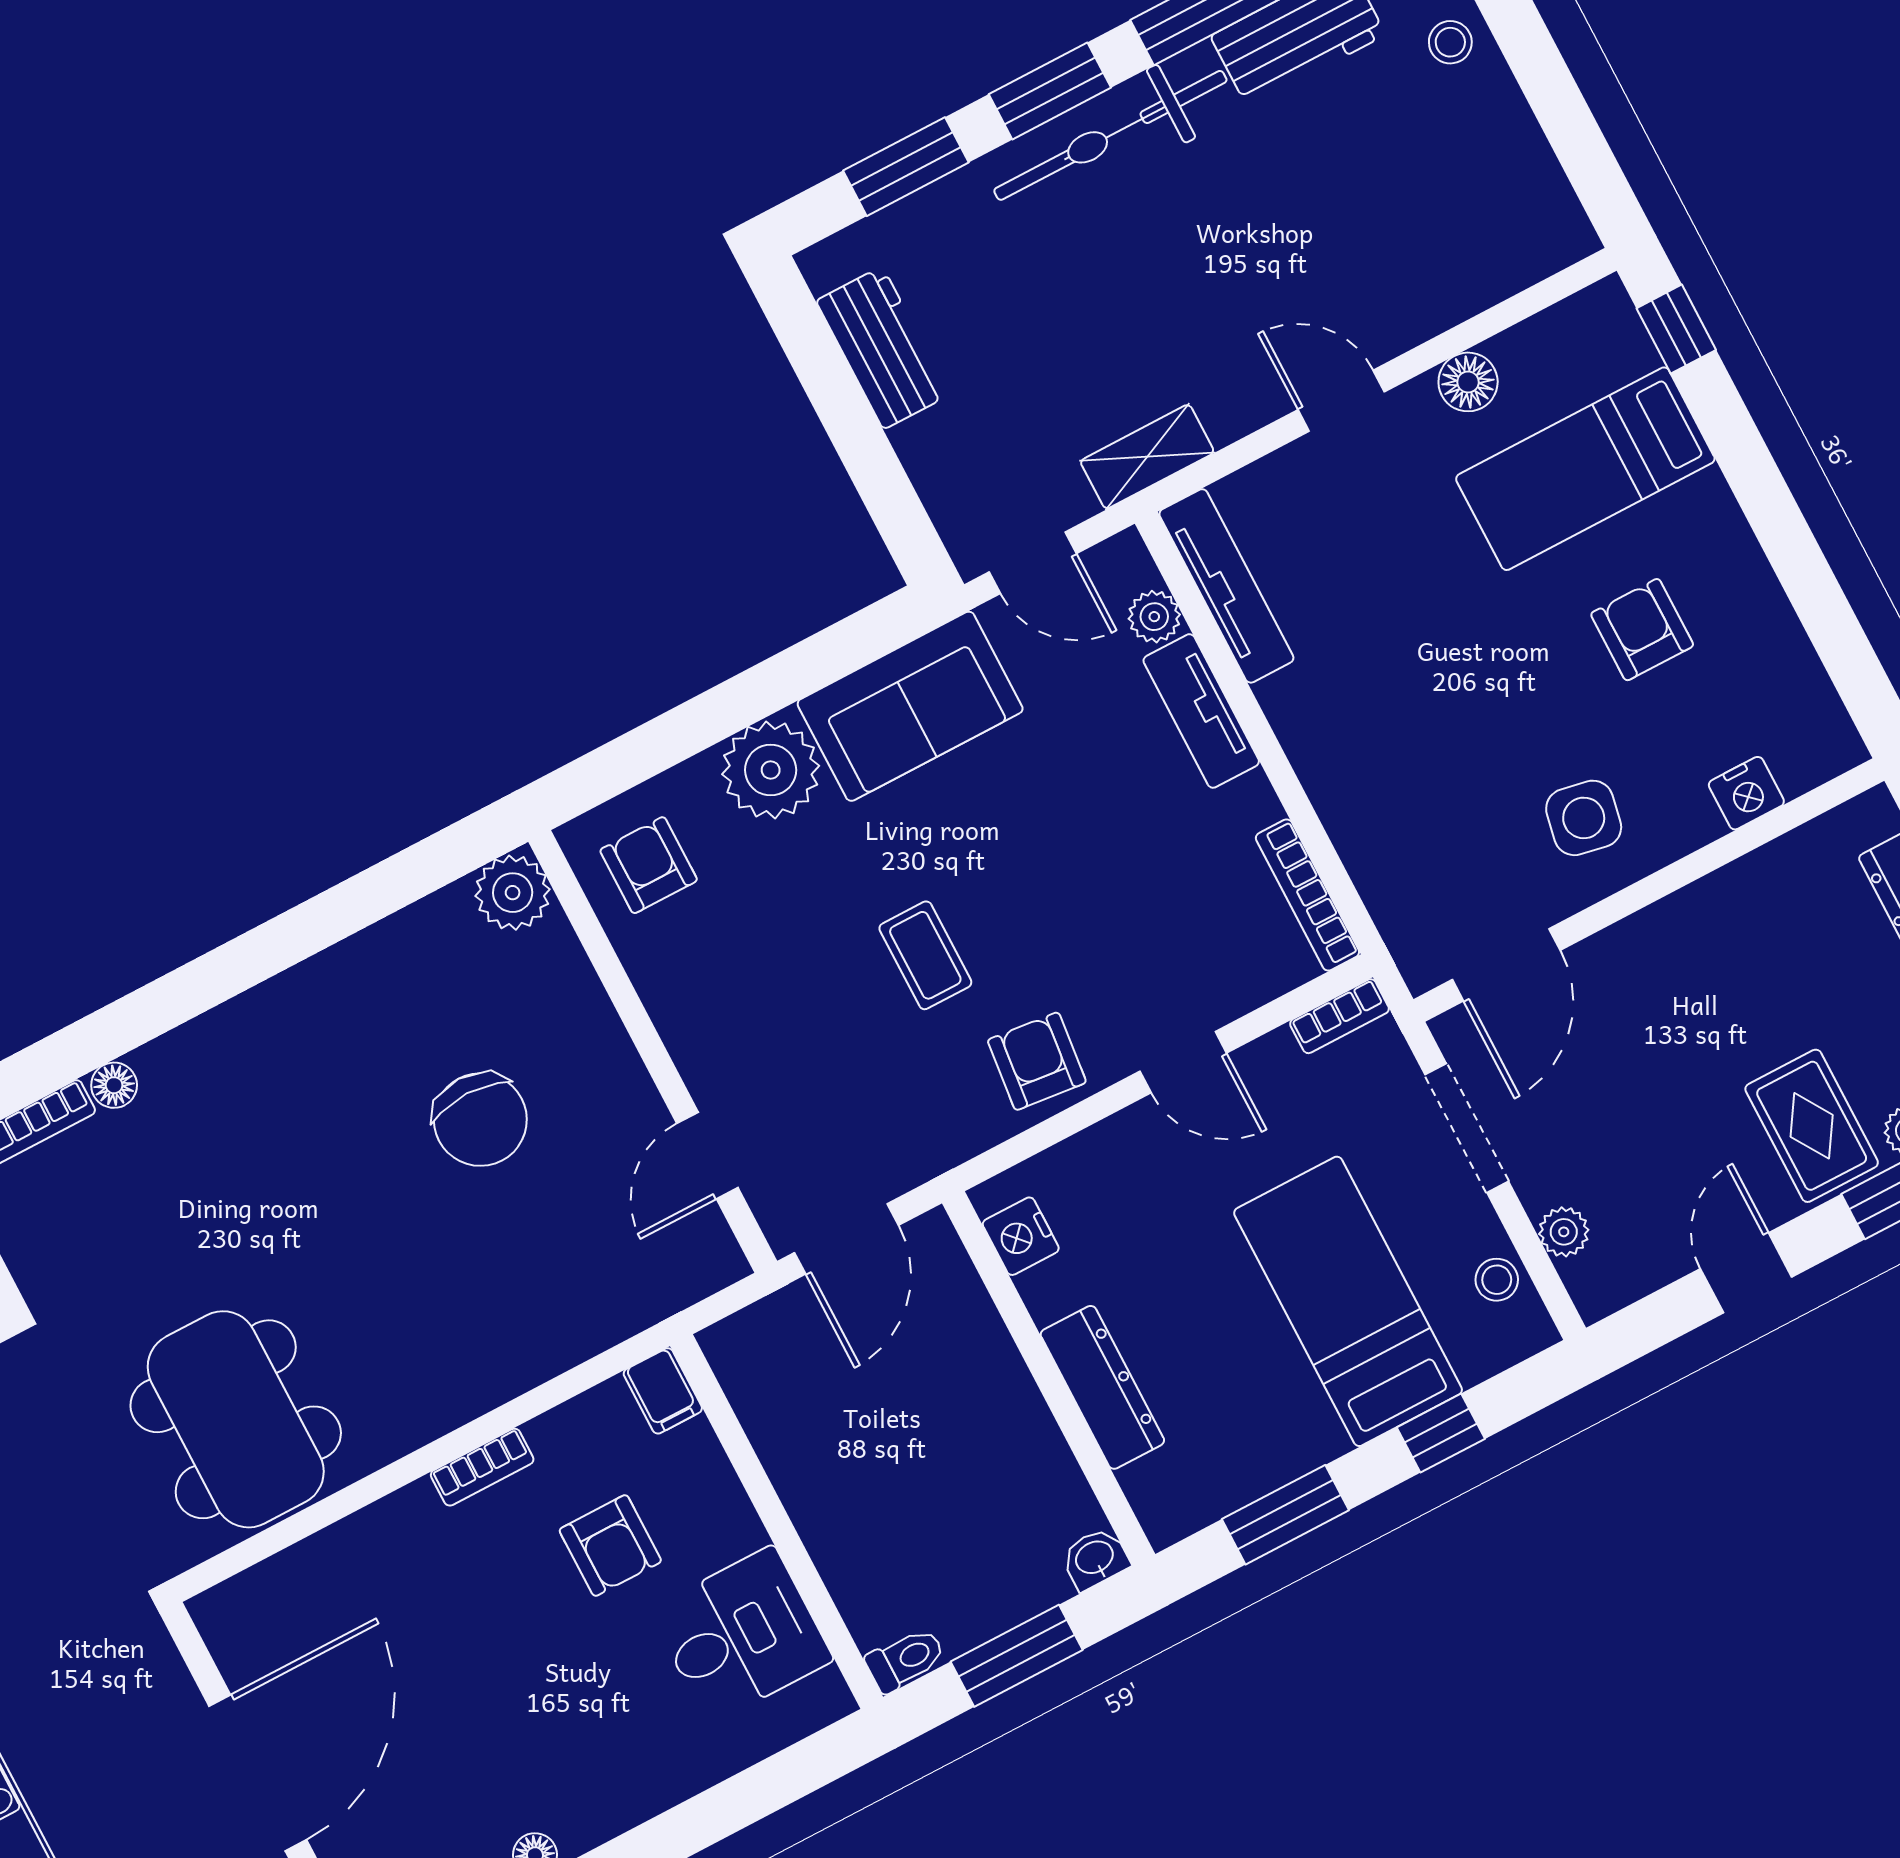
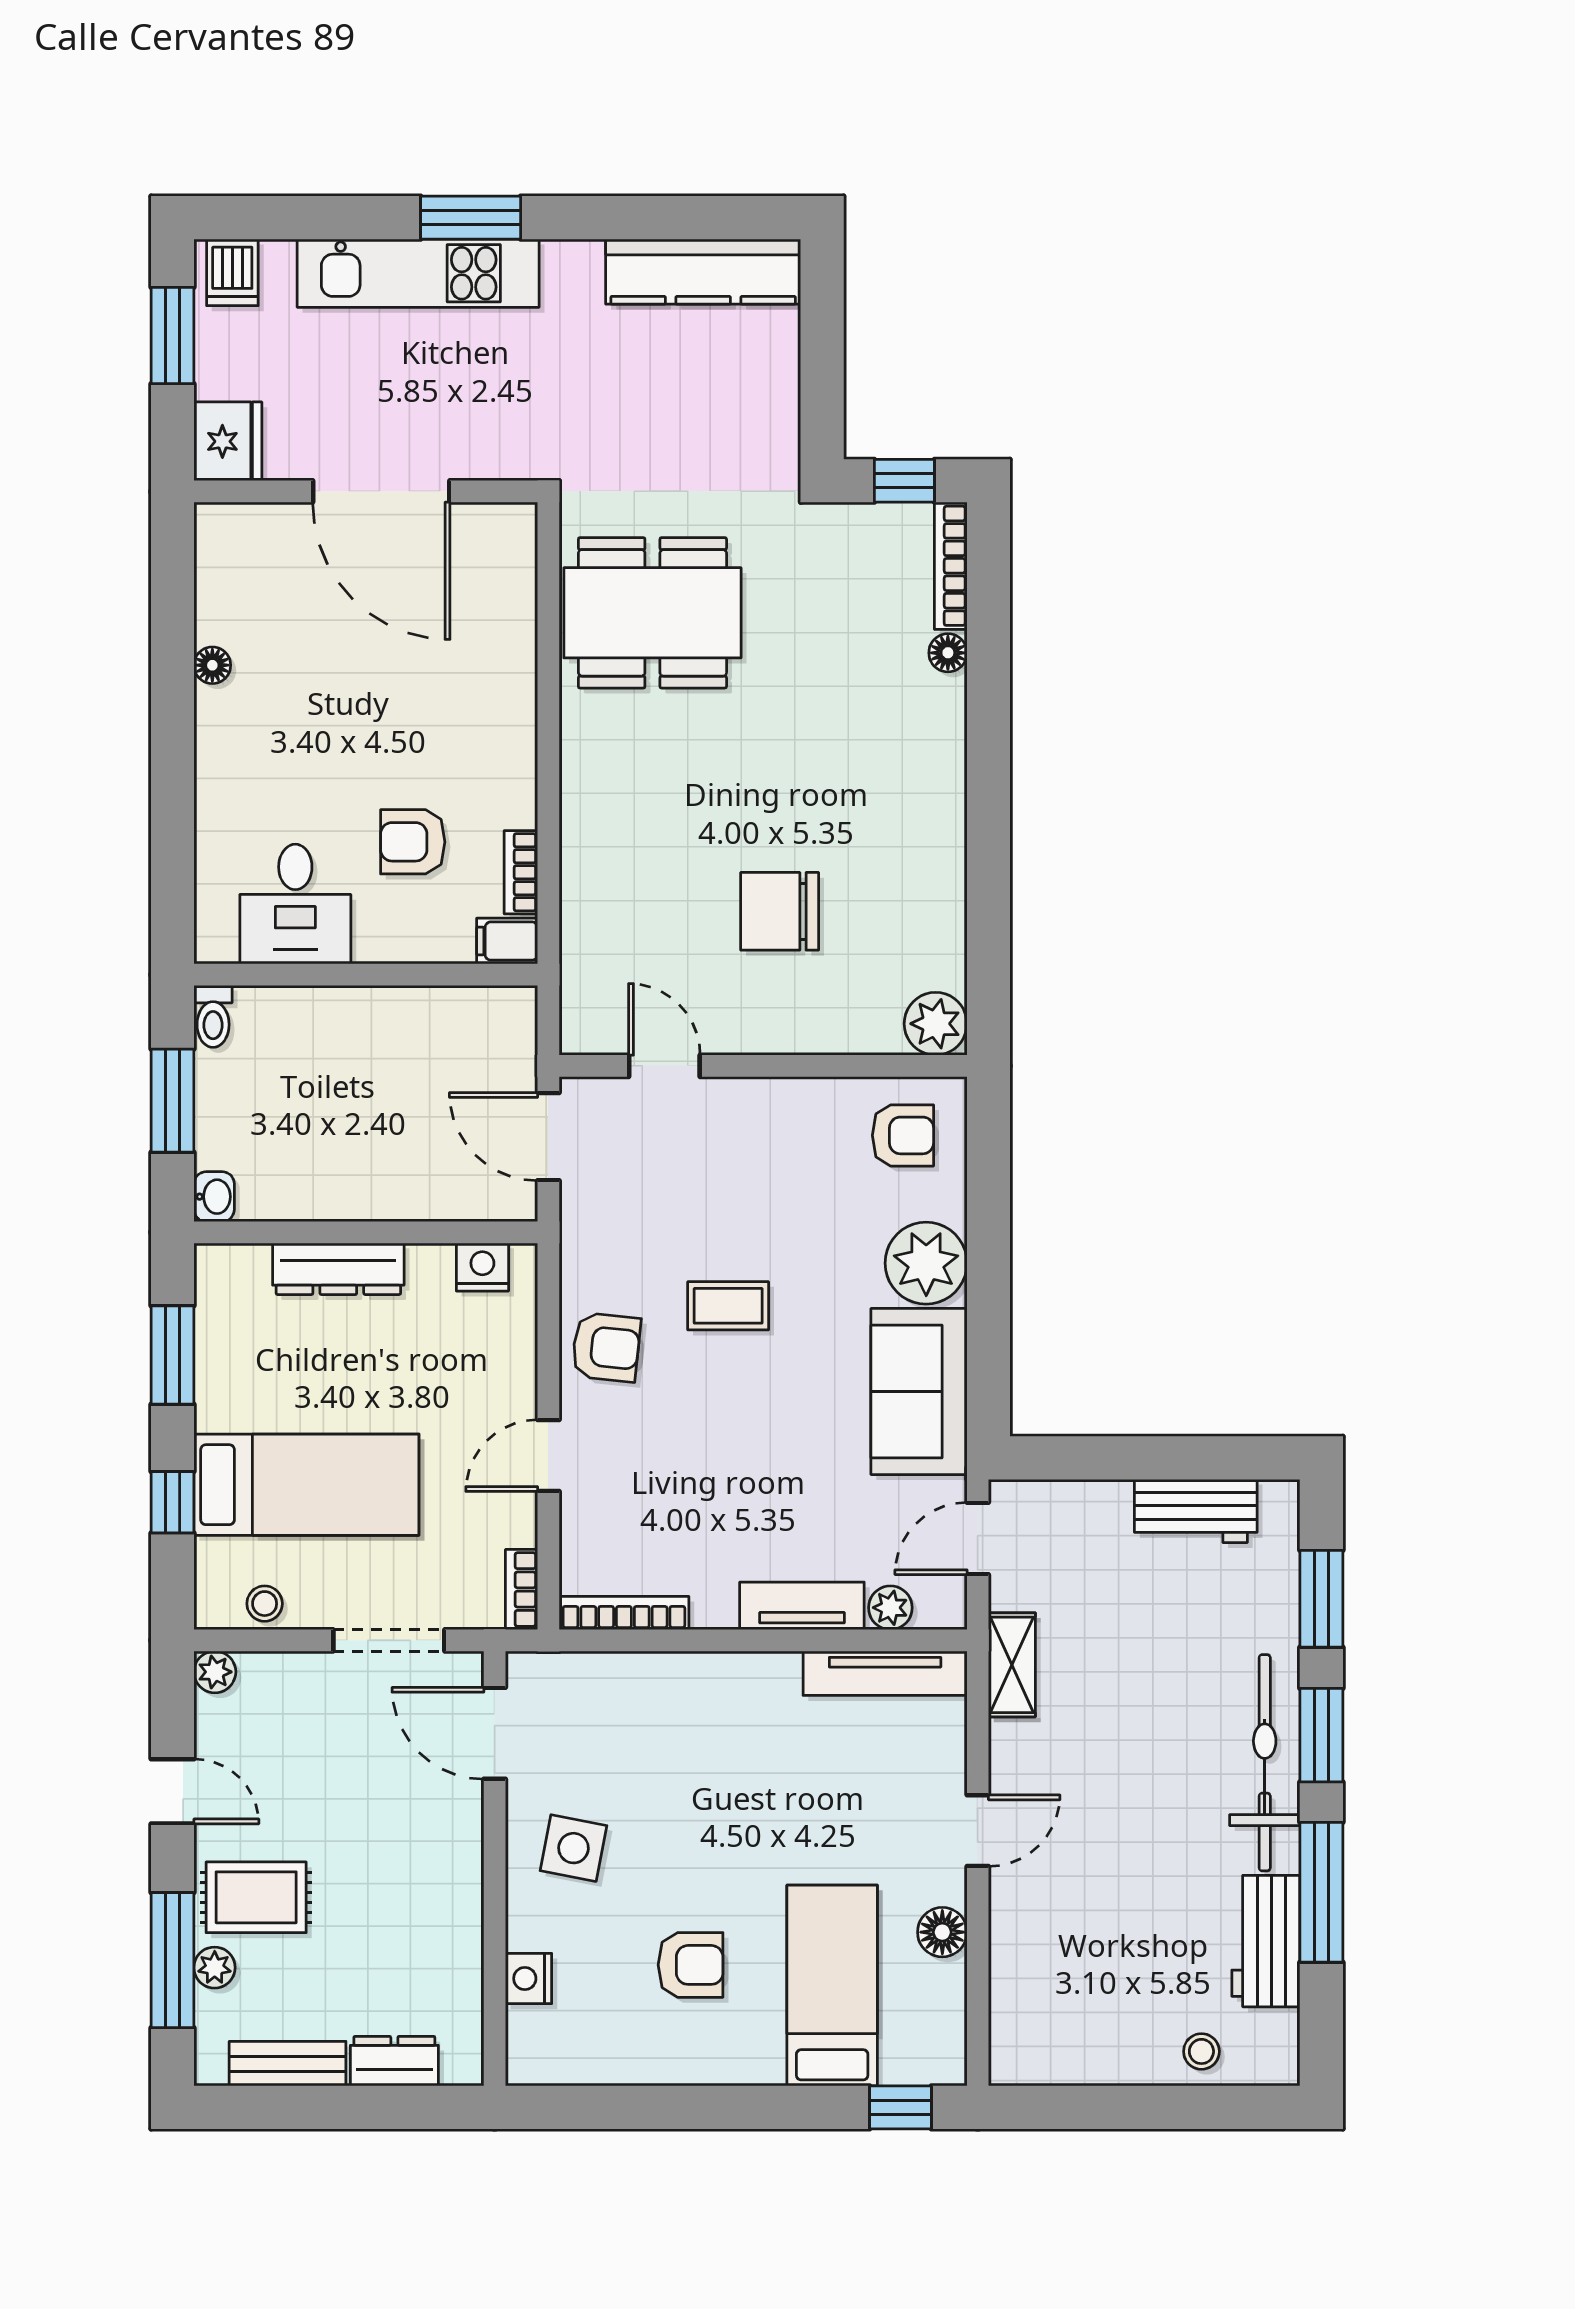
plant: (1564, 1232) -> (215, 1672), moved
bookcase: (482, 1467) -> (521, 872), moved

